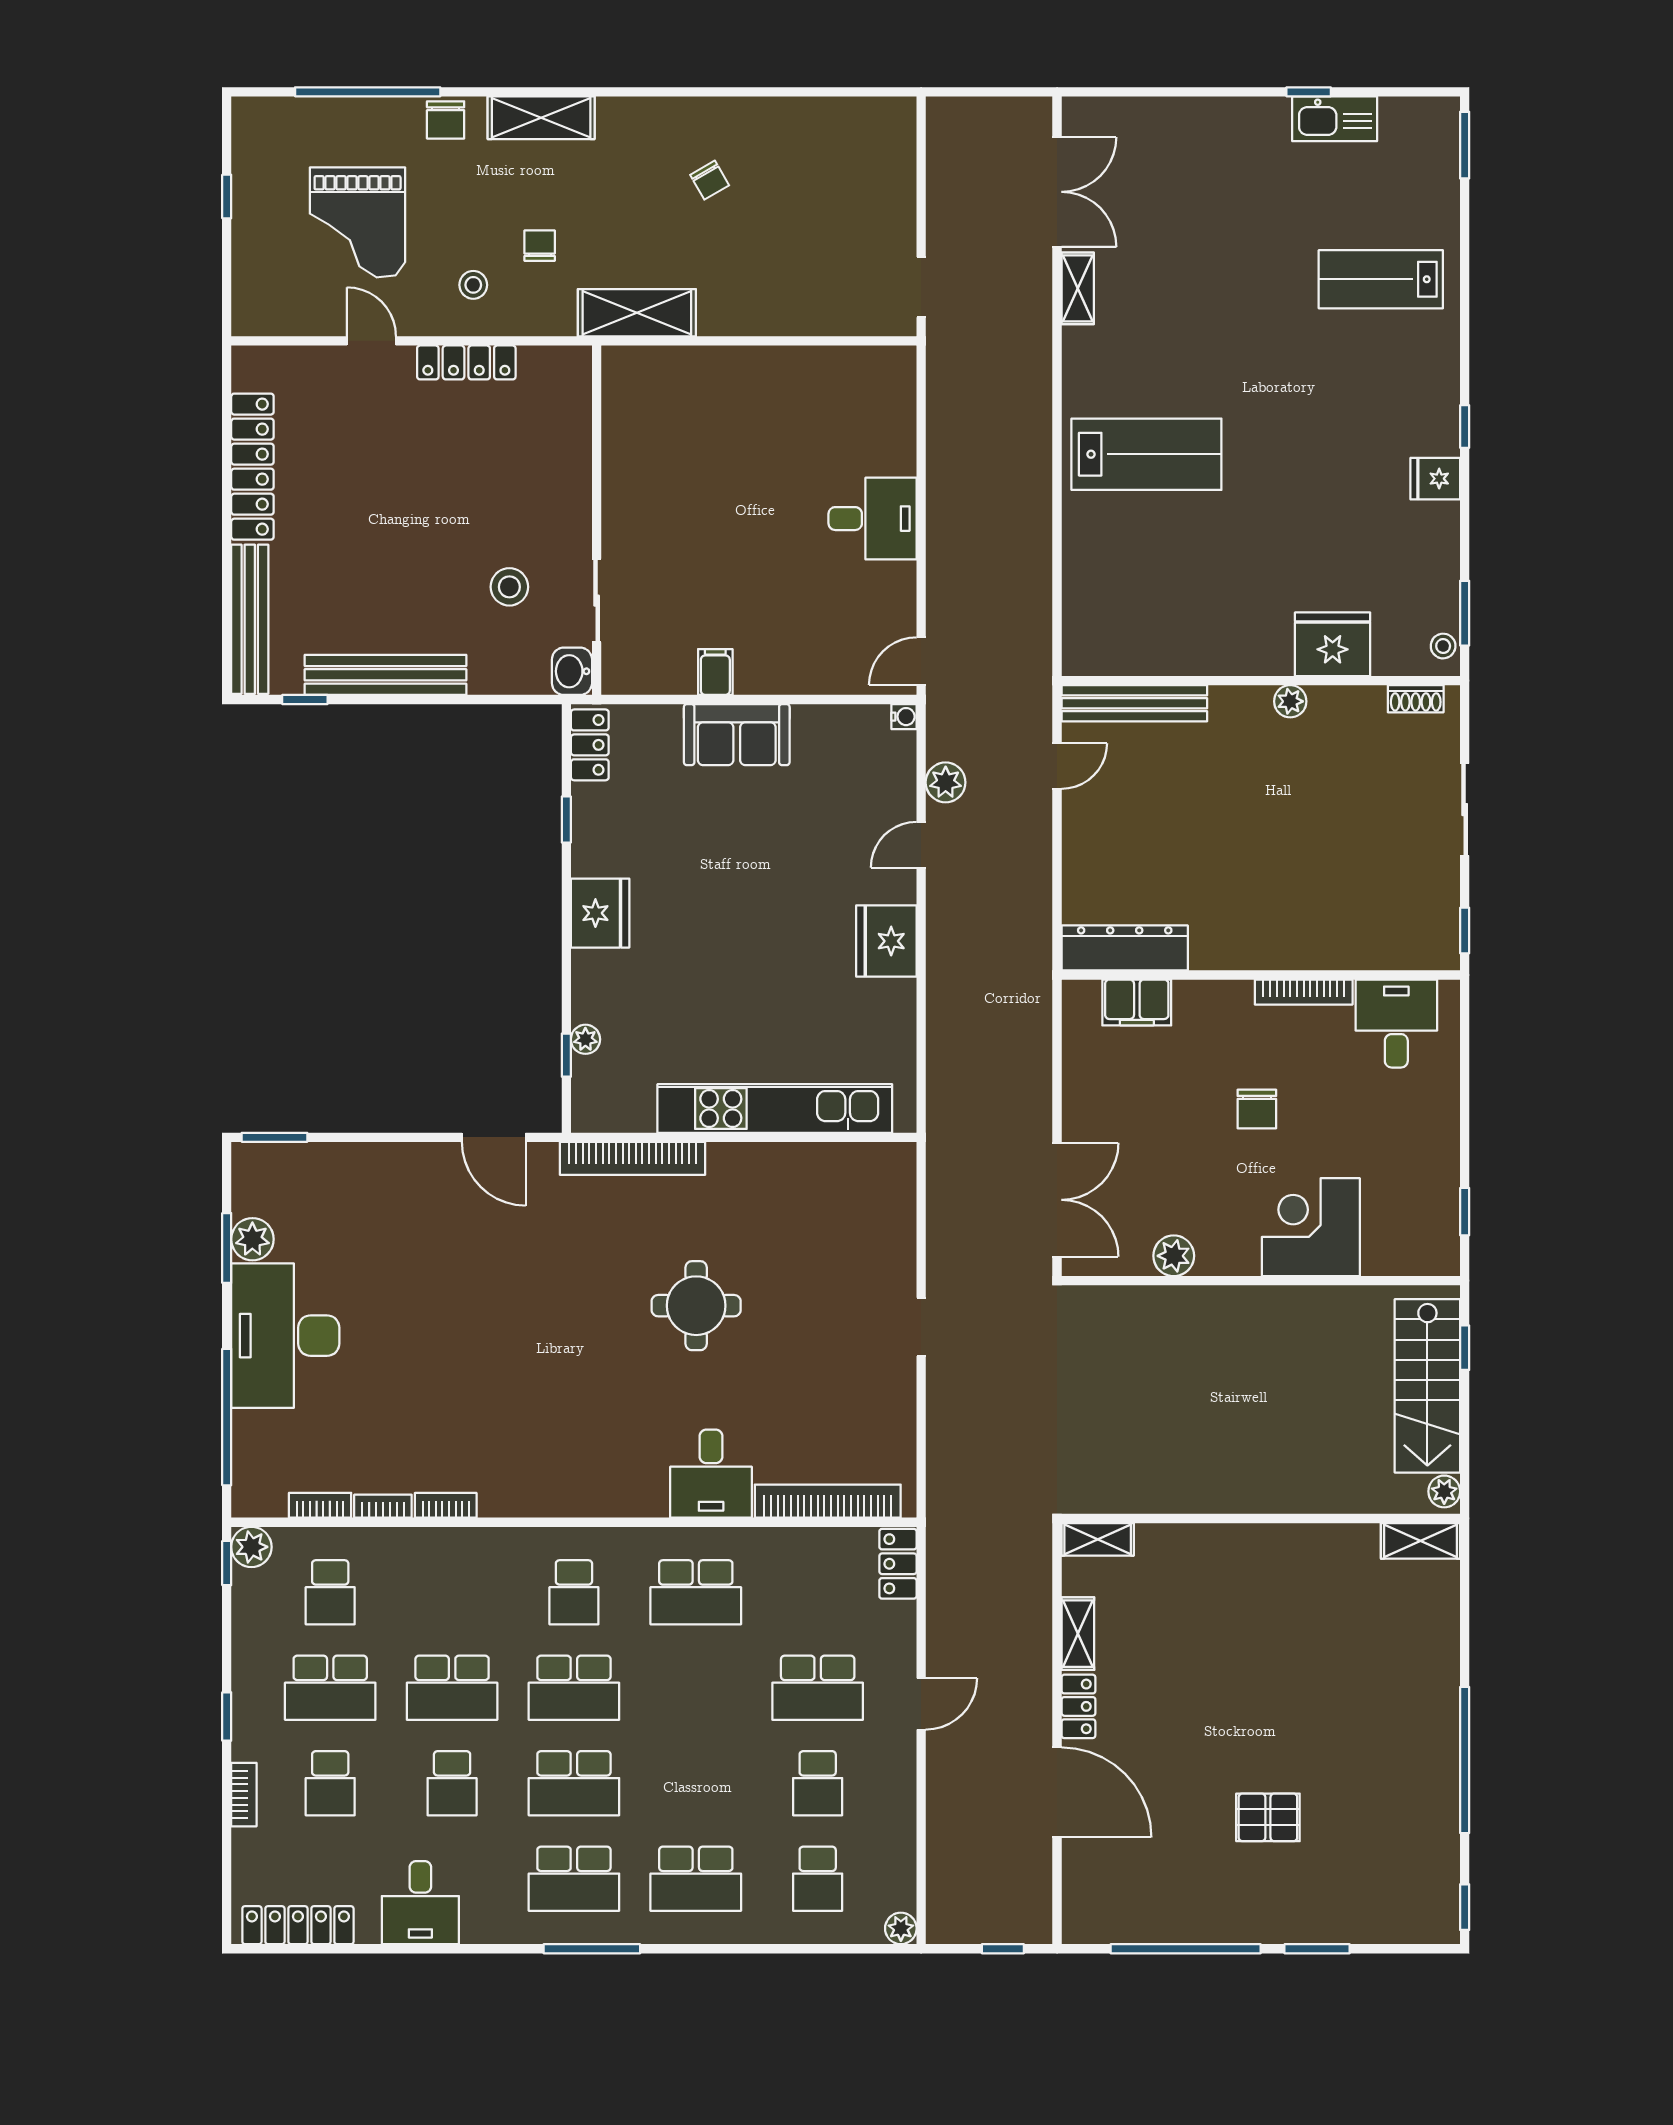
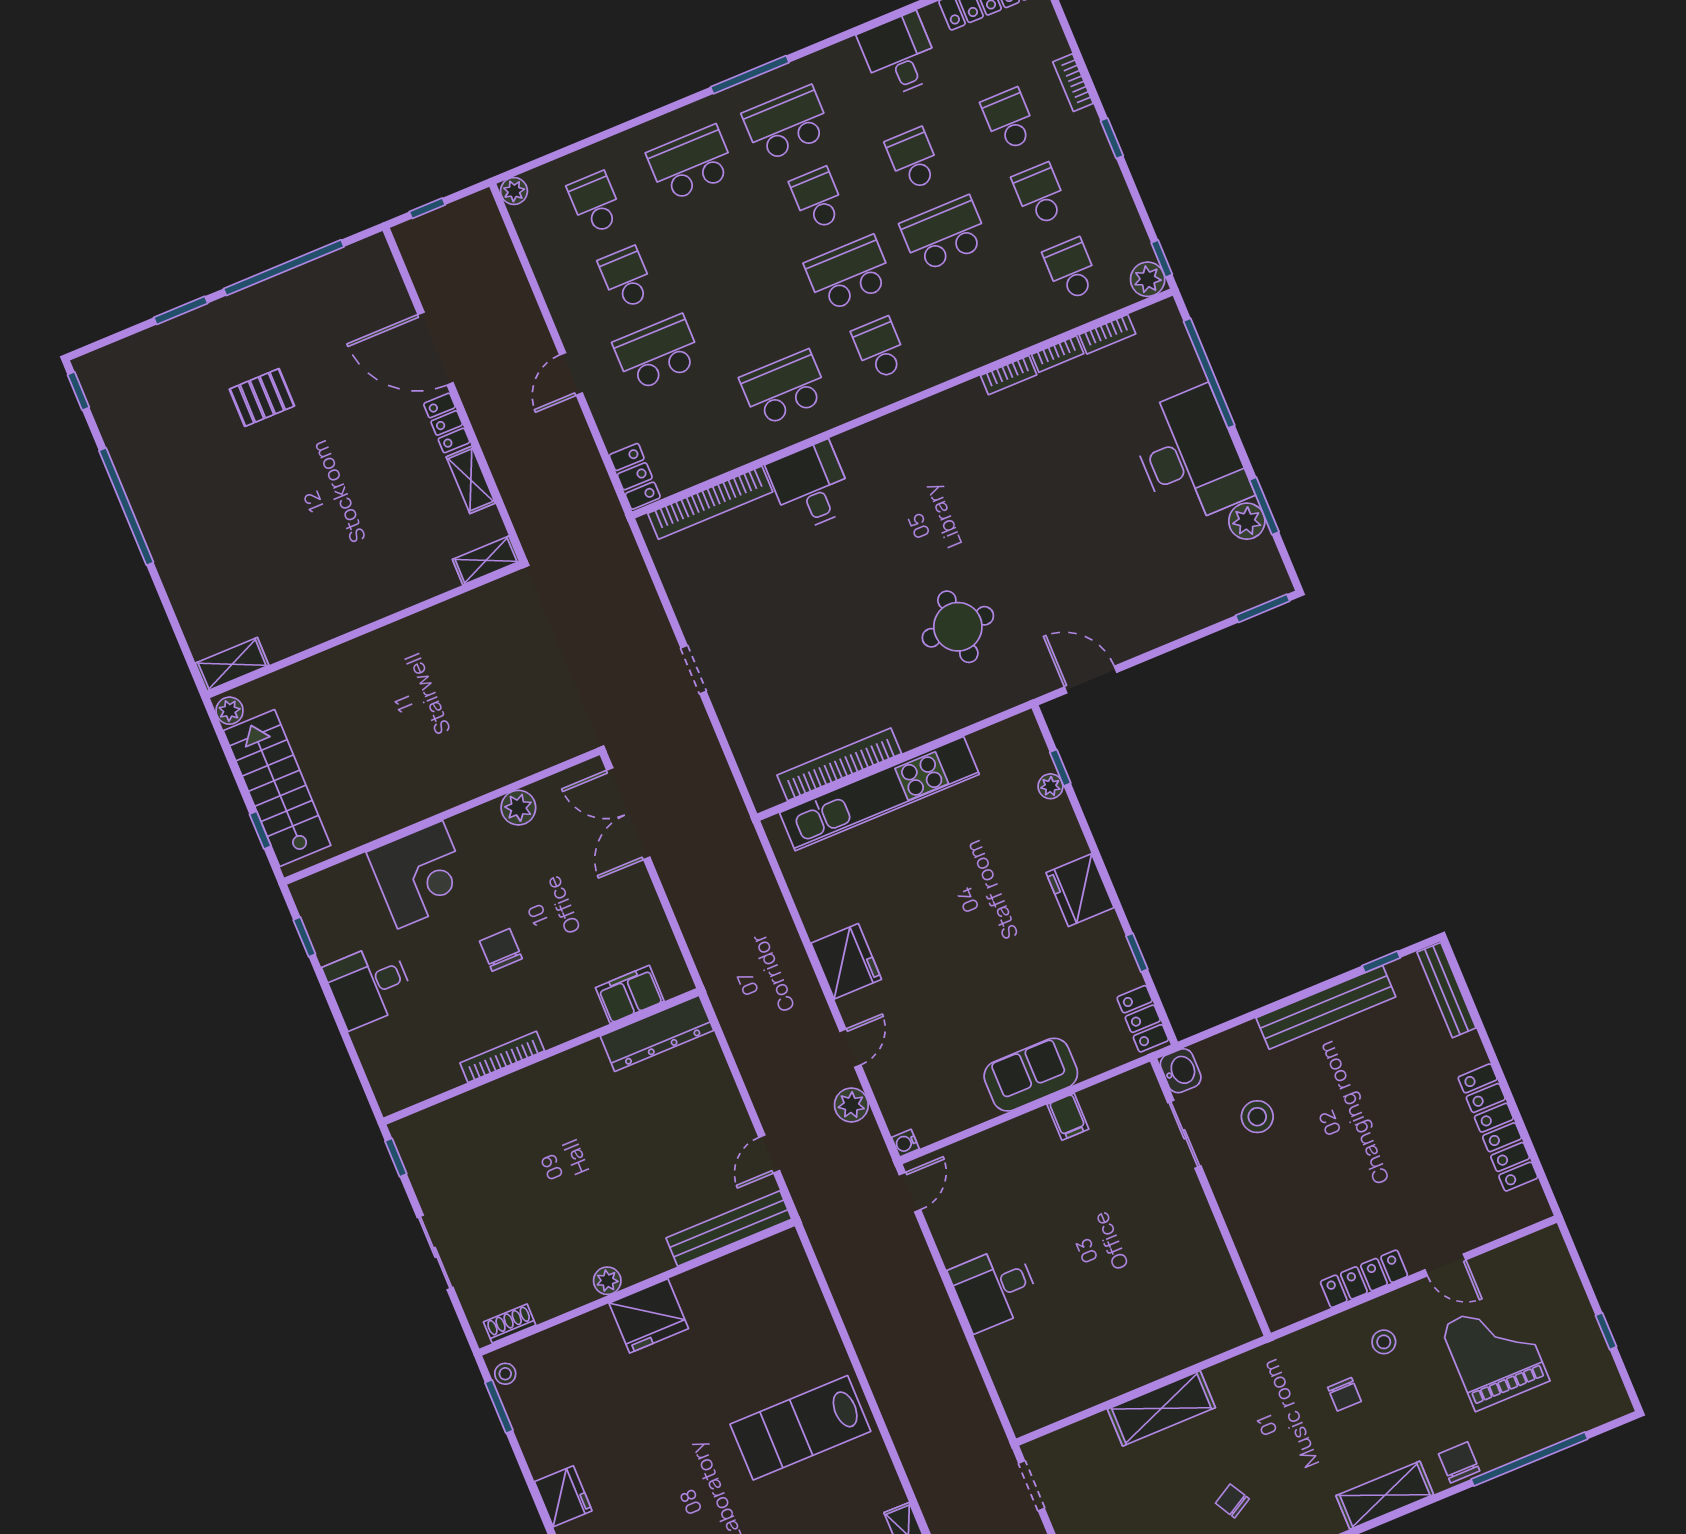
shelving: (637, 313) -> (1161, 1408), moved
fridge: (1435, 479) -> (563, 1496), width x1.38
bench: (250, 619) -> (1447, 990), width x0.73, depth x0.82
fridge: (1333, 644) -> (649, 1316), moved
desk: (1396, 1024) -> (369, 985), moved, turned 90
bookcase: (632, 1158) -> (839, 764), moved
round table: (696, 1306) -> (958, 627), moved
school desk: (330, 1688) -> (1040, 194), width x0.54
school desk: (574, 1783) -> (818, 199), width x0.54

